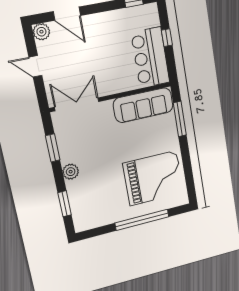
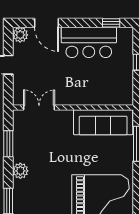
bar counter: (150, 58) -> (89, 42), moved, turned -90
double door: (77, 104) -> (39, 108), width x0.73

